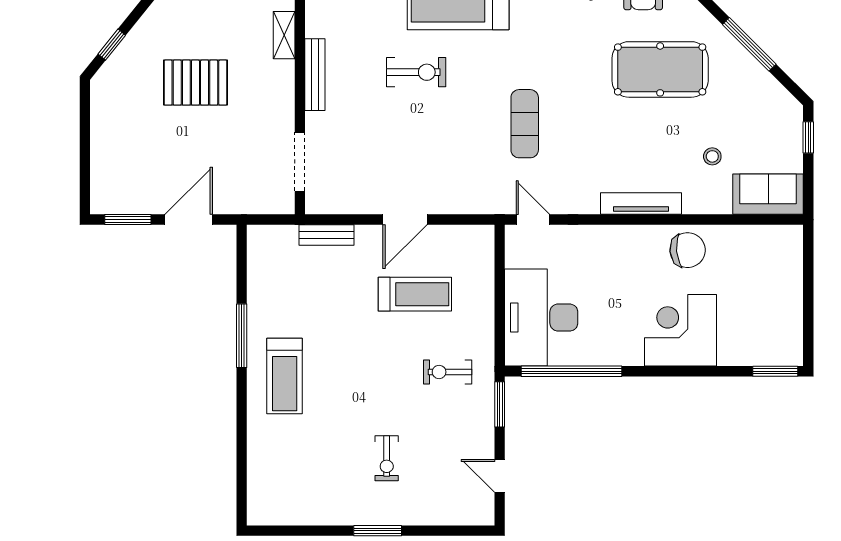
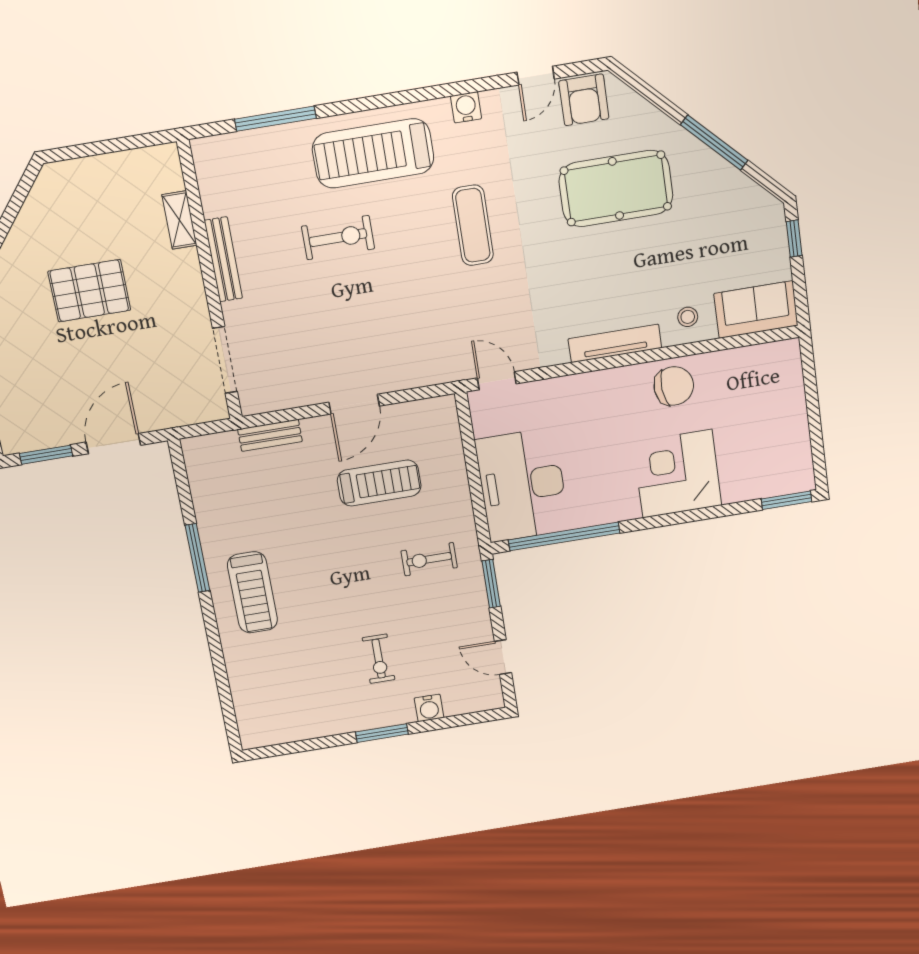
exercise mat: (525, 124) -> (473, 225), moved
stool: (712, 156) -> (688, 317), moved
water cooler: (425, 514) -> (429, 708), added

